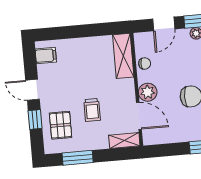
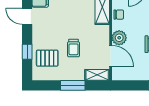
door: (32, 90) -> (27, 16), moved
pallet: (61, 125) -> (47, 58), turned 90
window: (78, 158) -> (73, 85), moved

